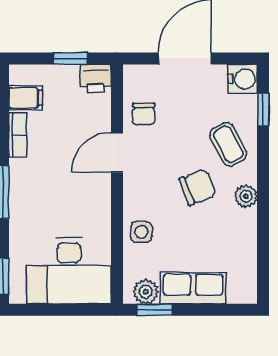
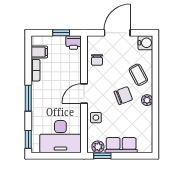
window: (263, 110) -> (155, 58), removed
door: (117, 153) -> (84, 93), moved

